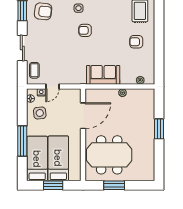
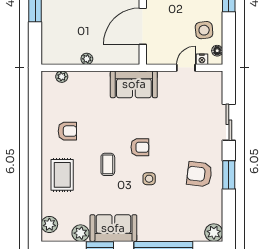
coffee table: (34, 70) -> (108, 164), moved
sofa: (103, 75) -> (134, 84), moved

